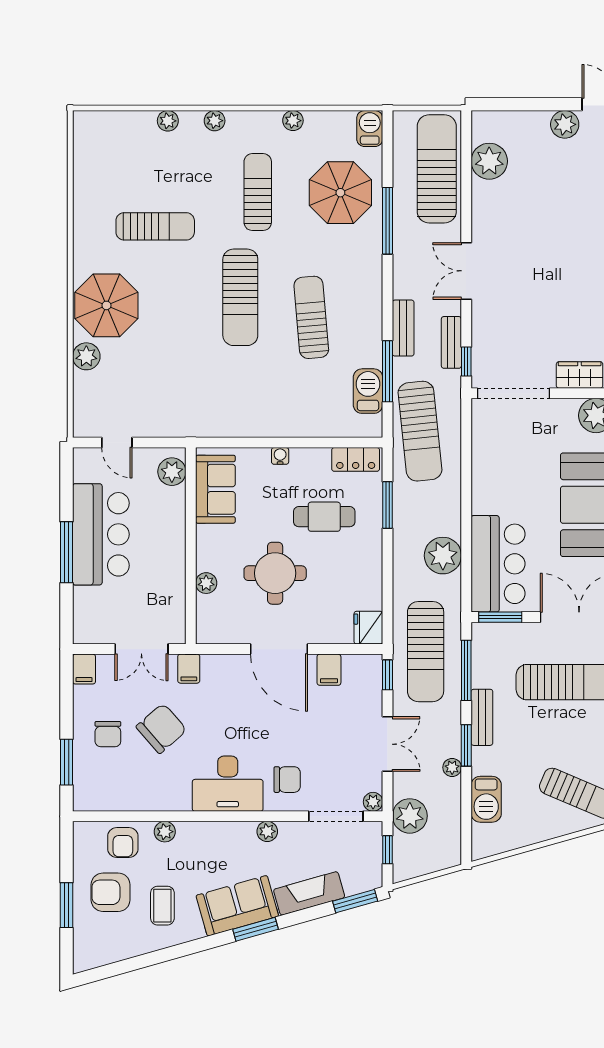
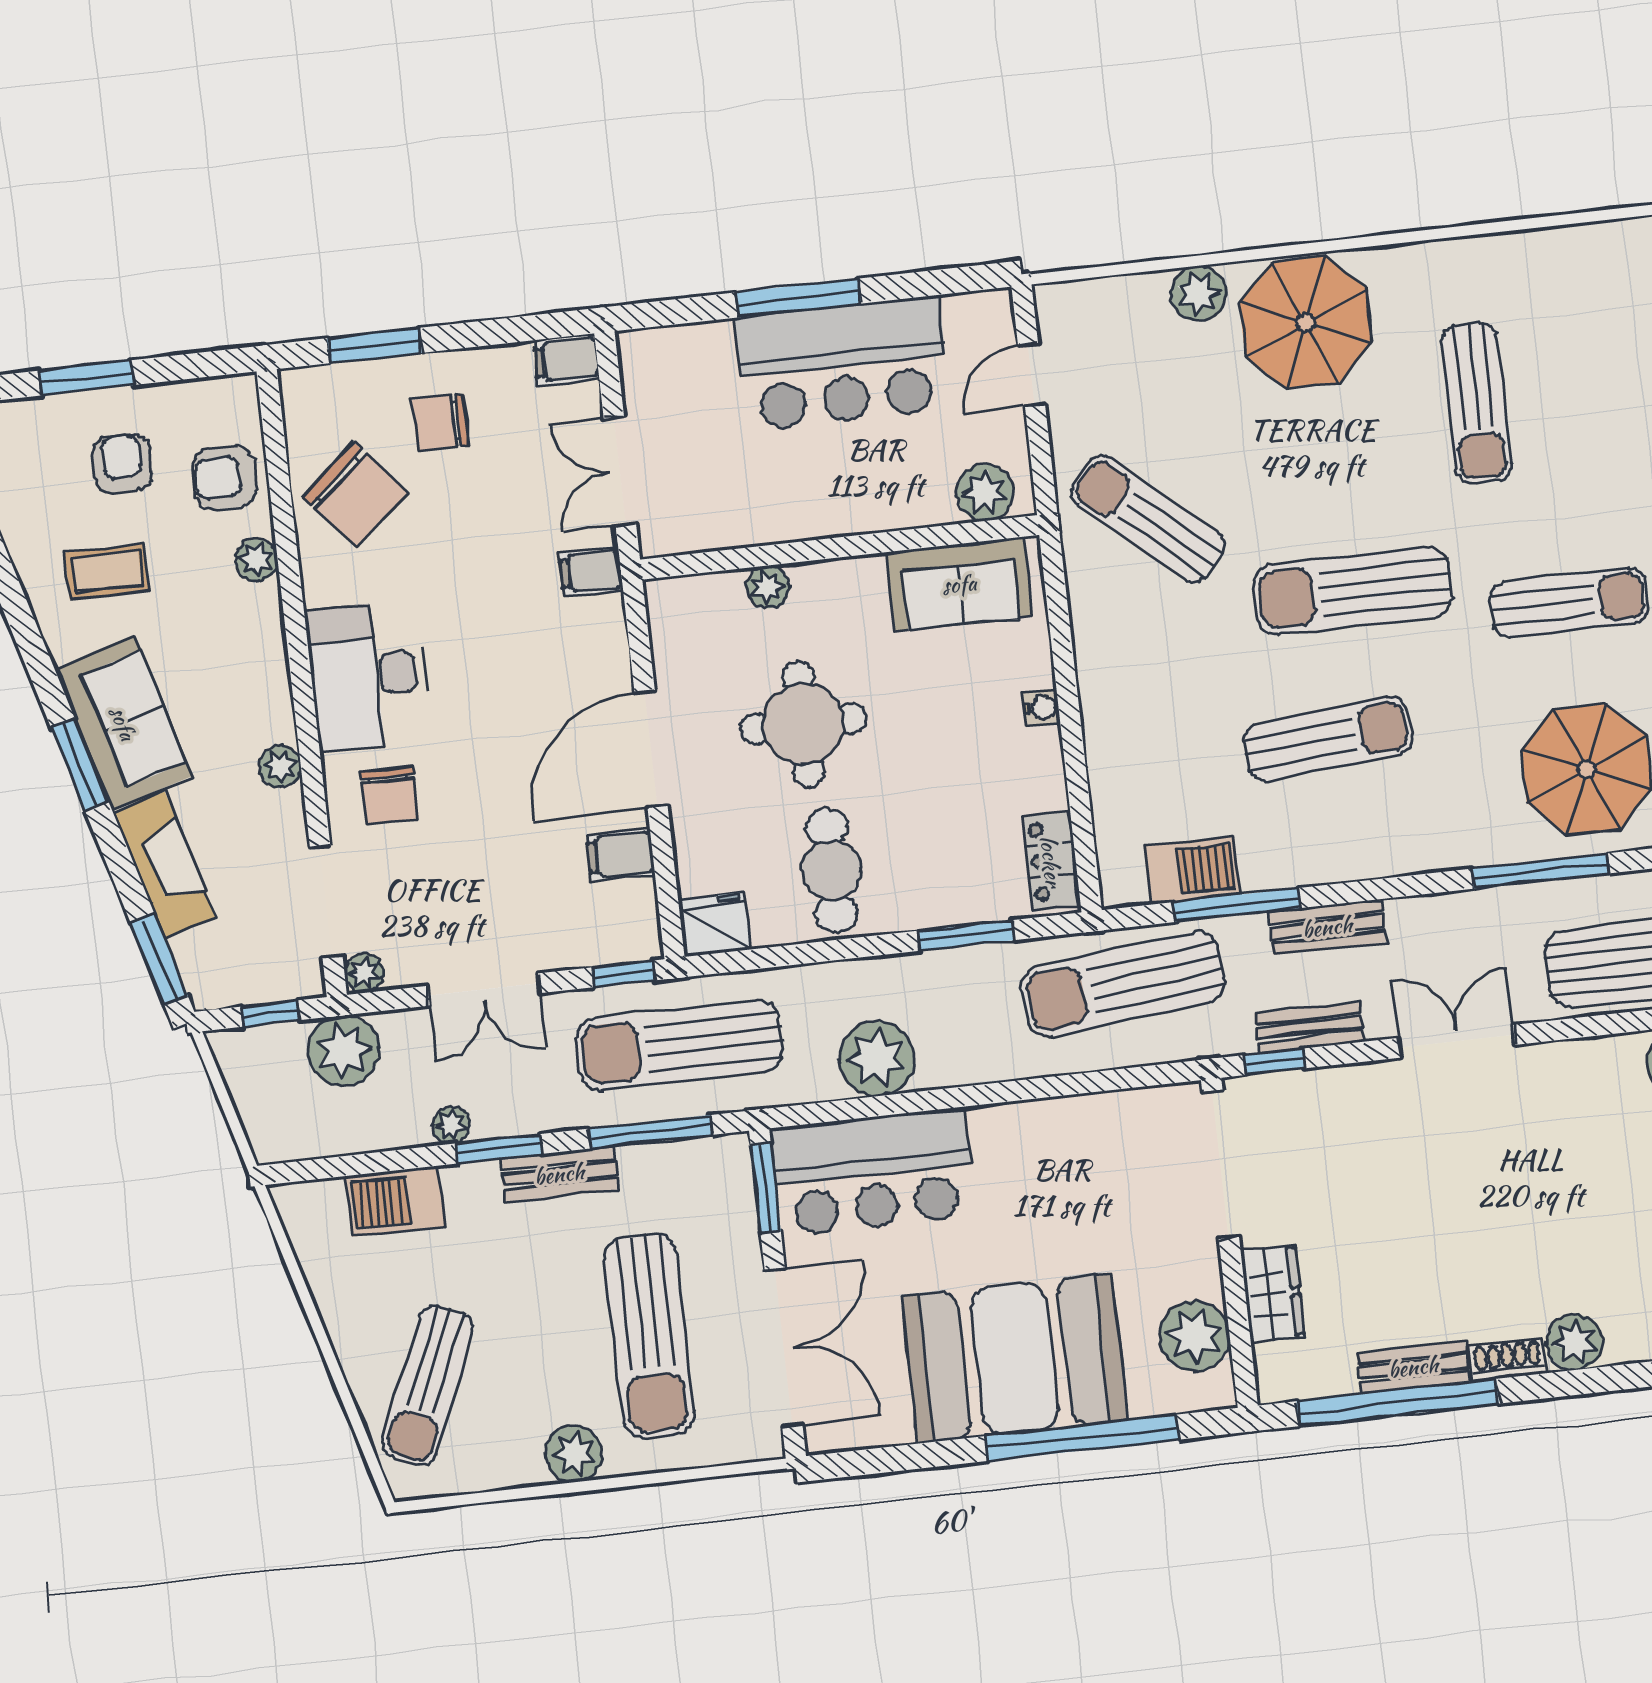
sun lounger: (194, 393) -> (1148, 519), added
cafe table: (324, 517) -> (832, 871), moved
chair: (161, 728) -> (355, 495), moved
armchair: (111, 892) -> (122, 464), width x0.72, depth x0.72

